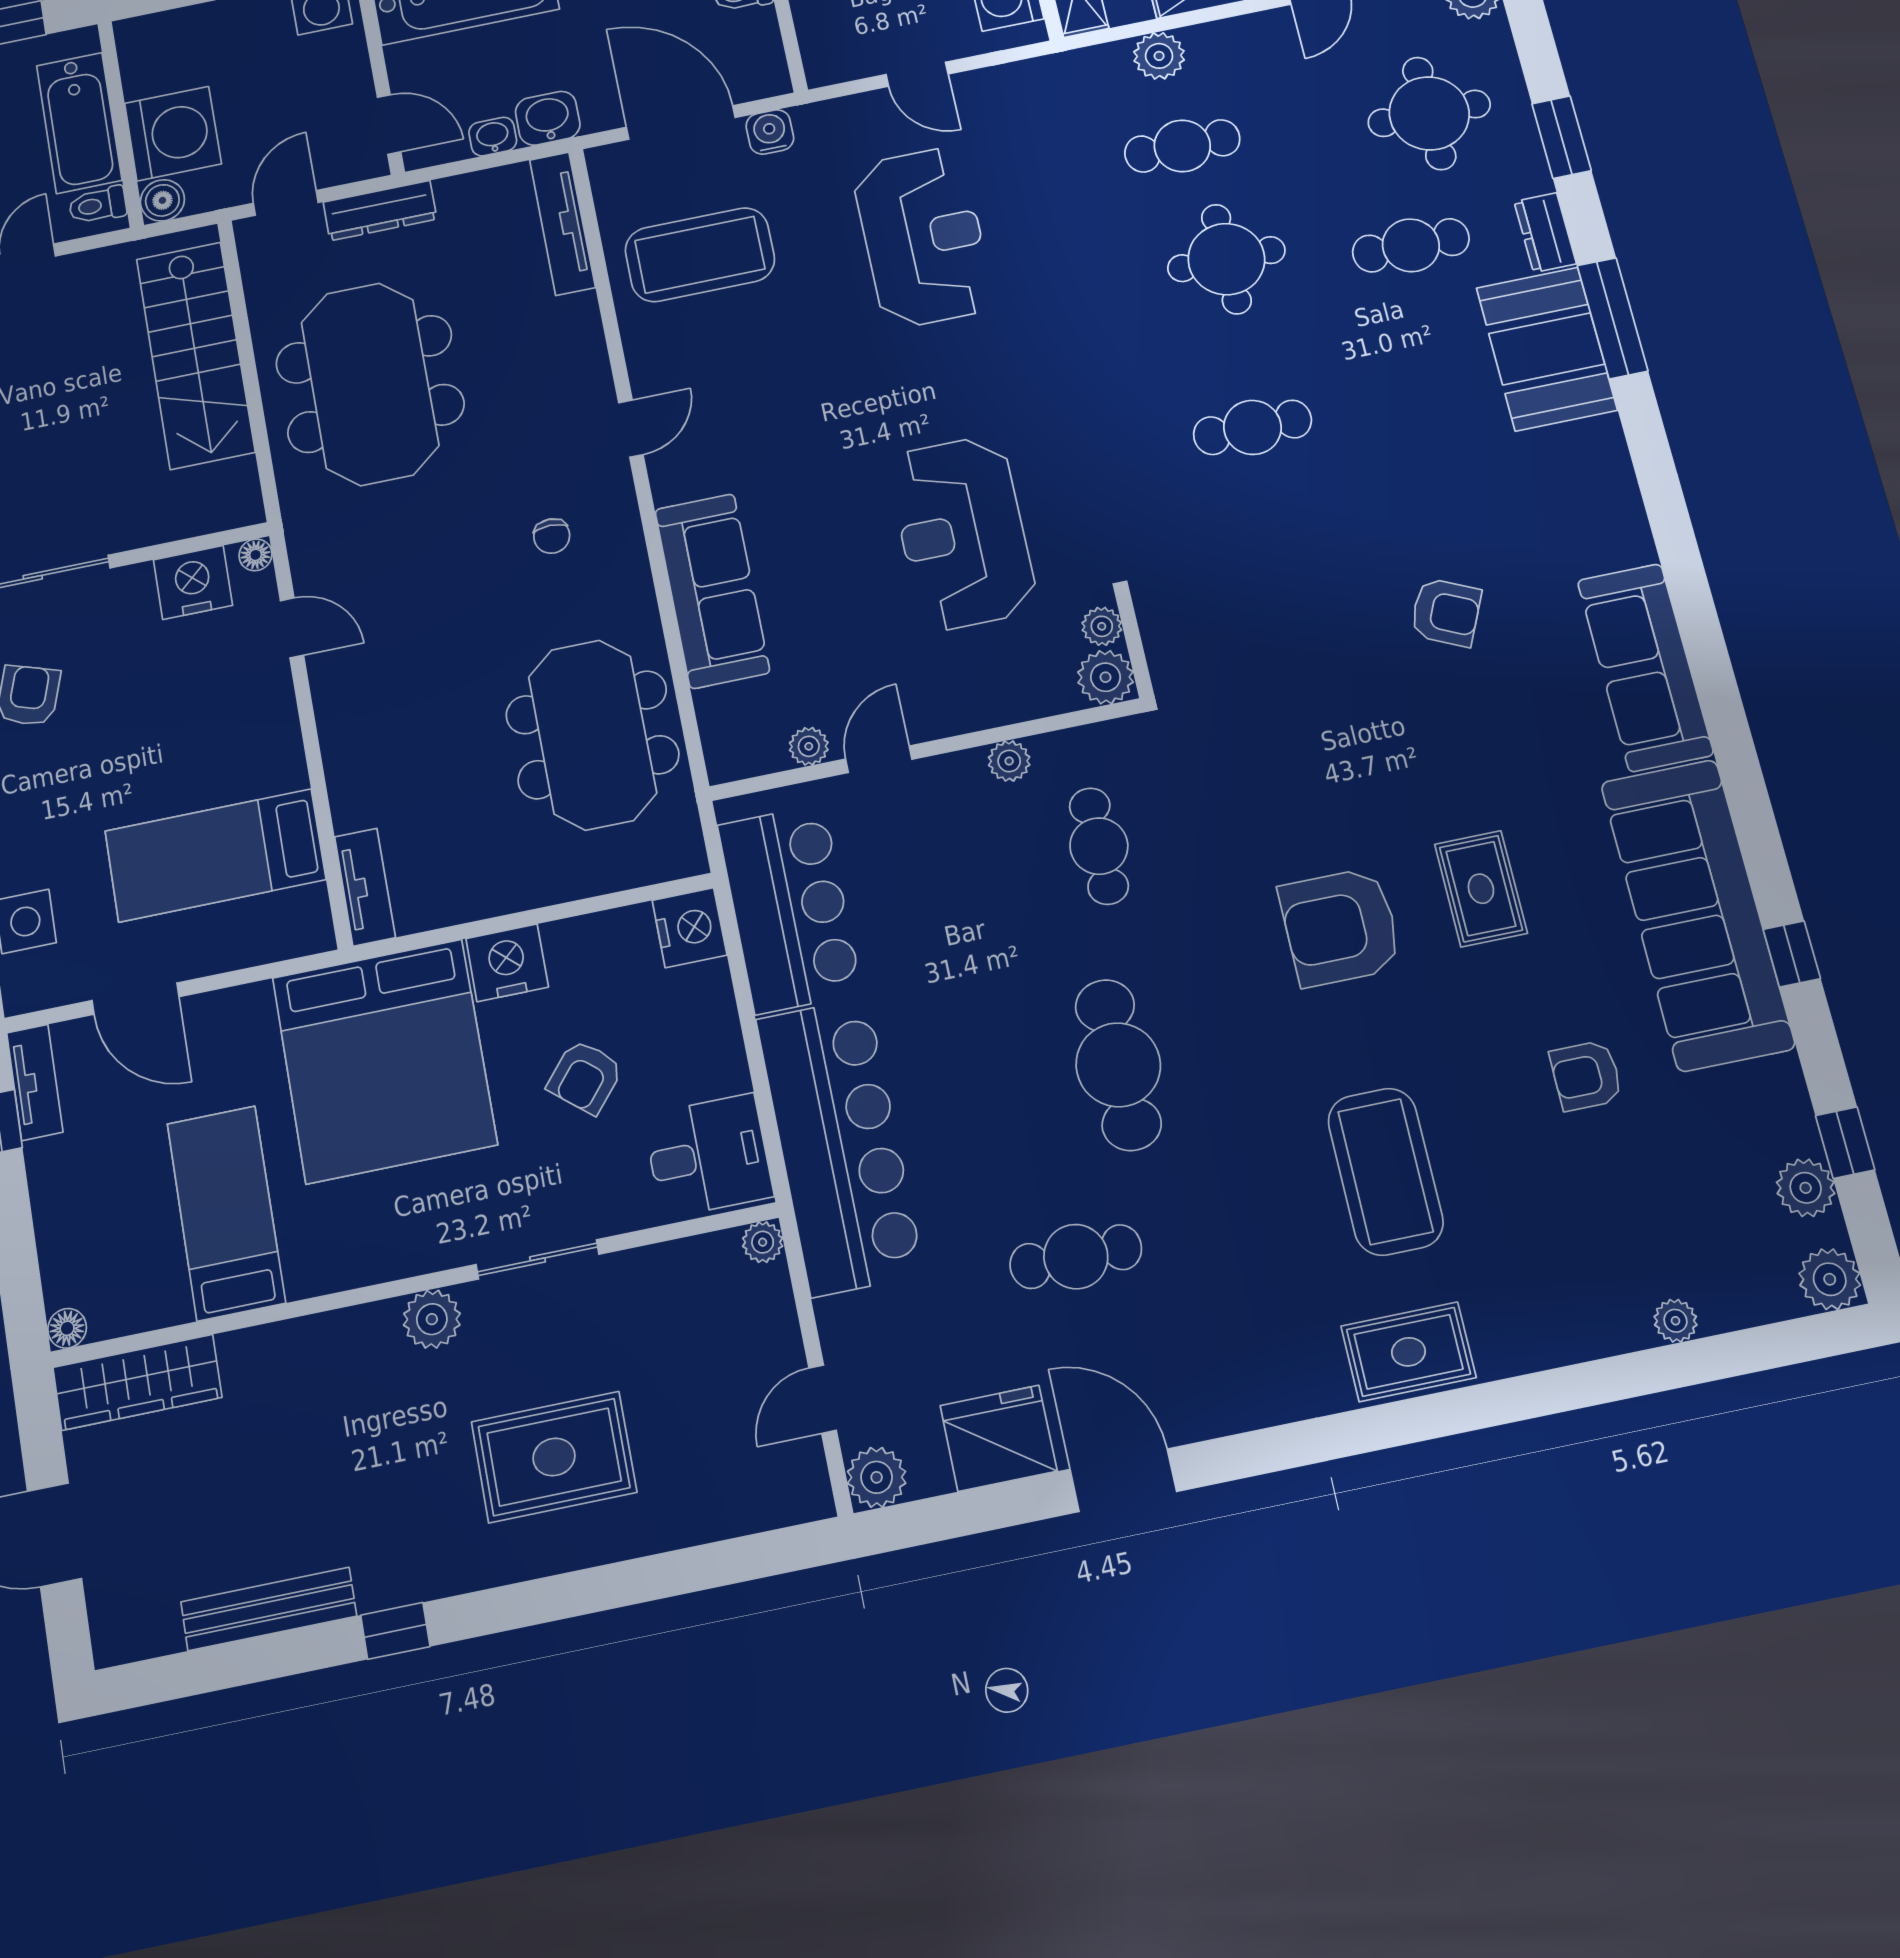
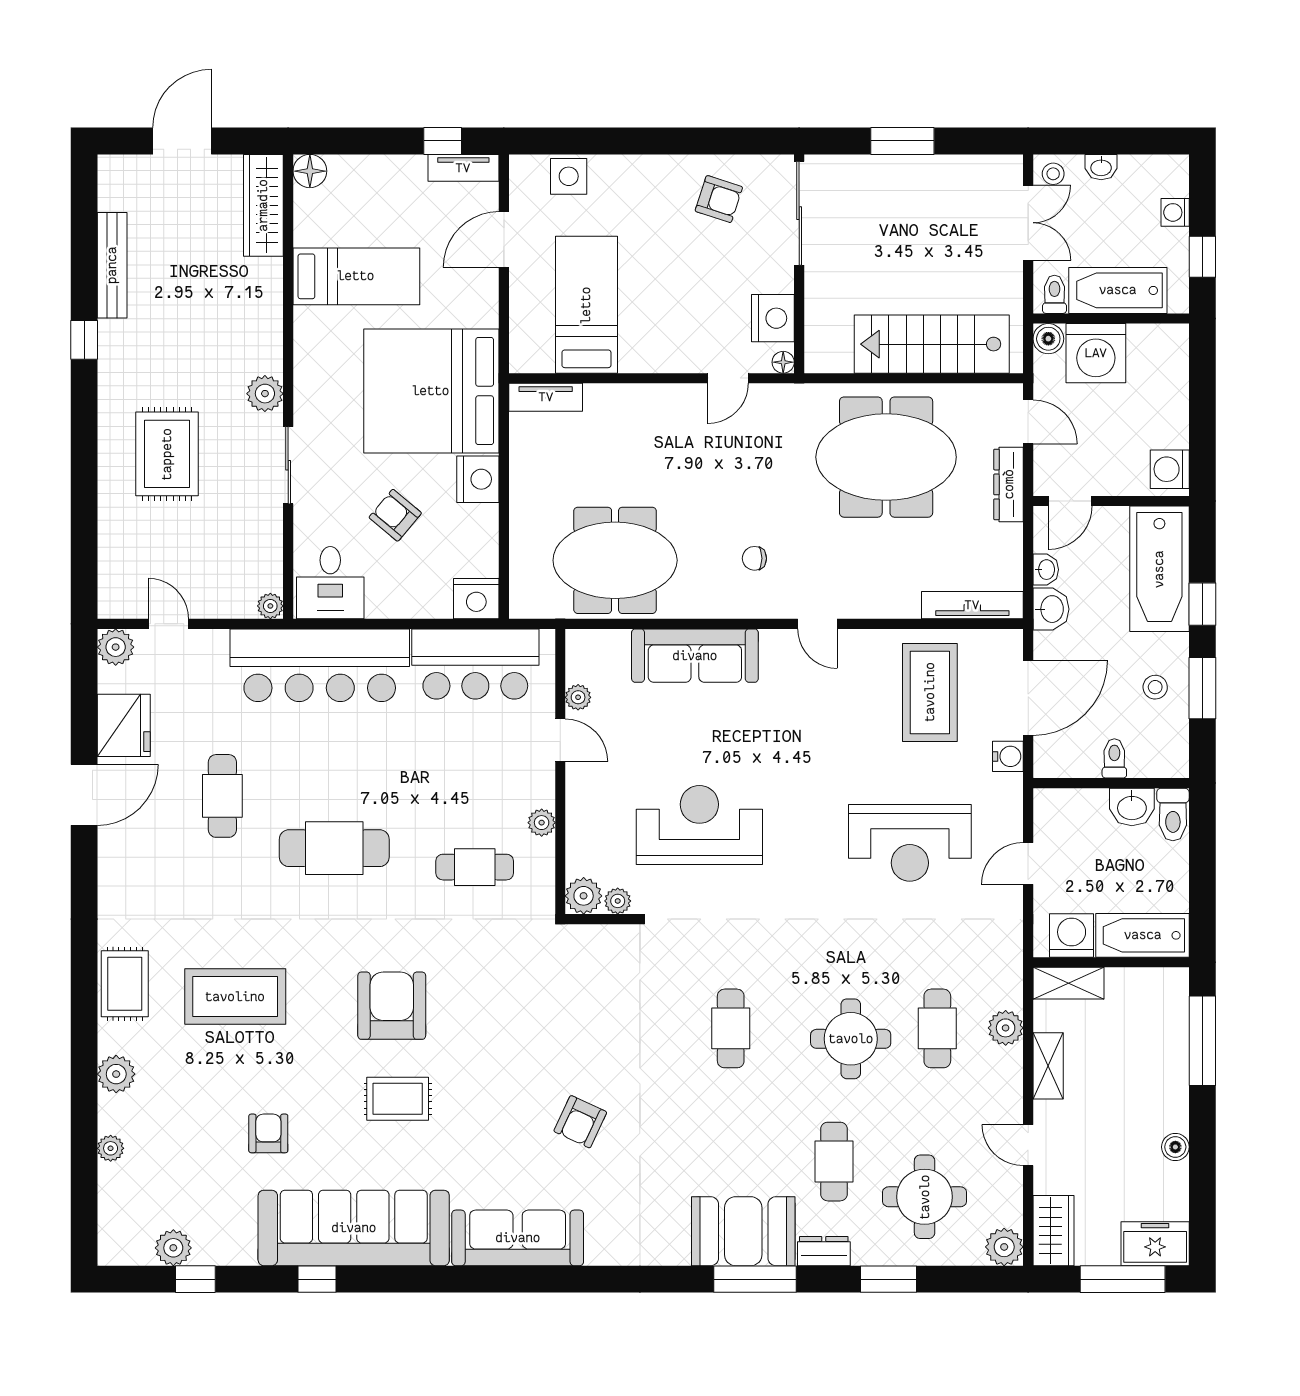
plant: (1830, 1279) -> (116, 1074), moved
floor lamp: (67, 1328) -> (310, 171), width x1.37, depth x1.37

